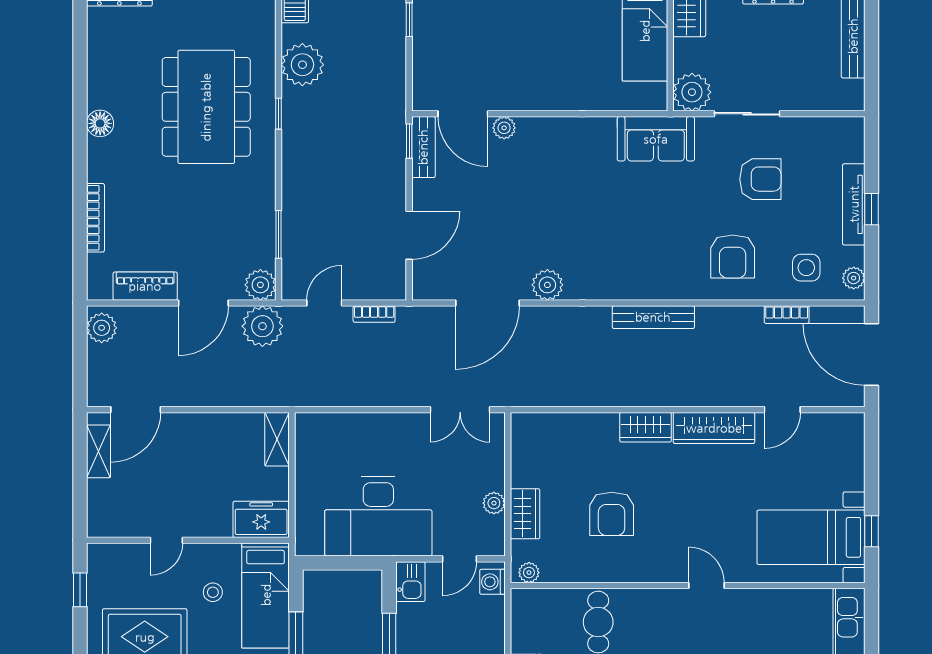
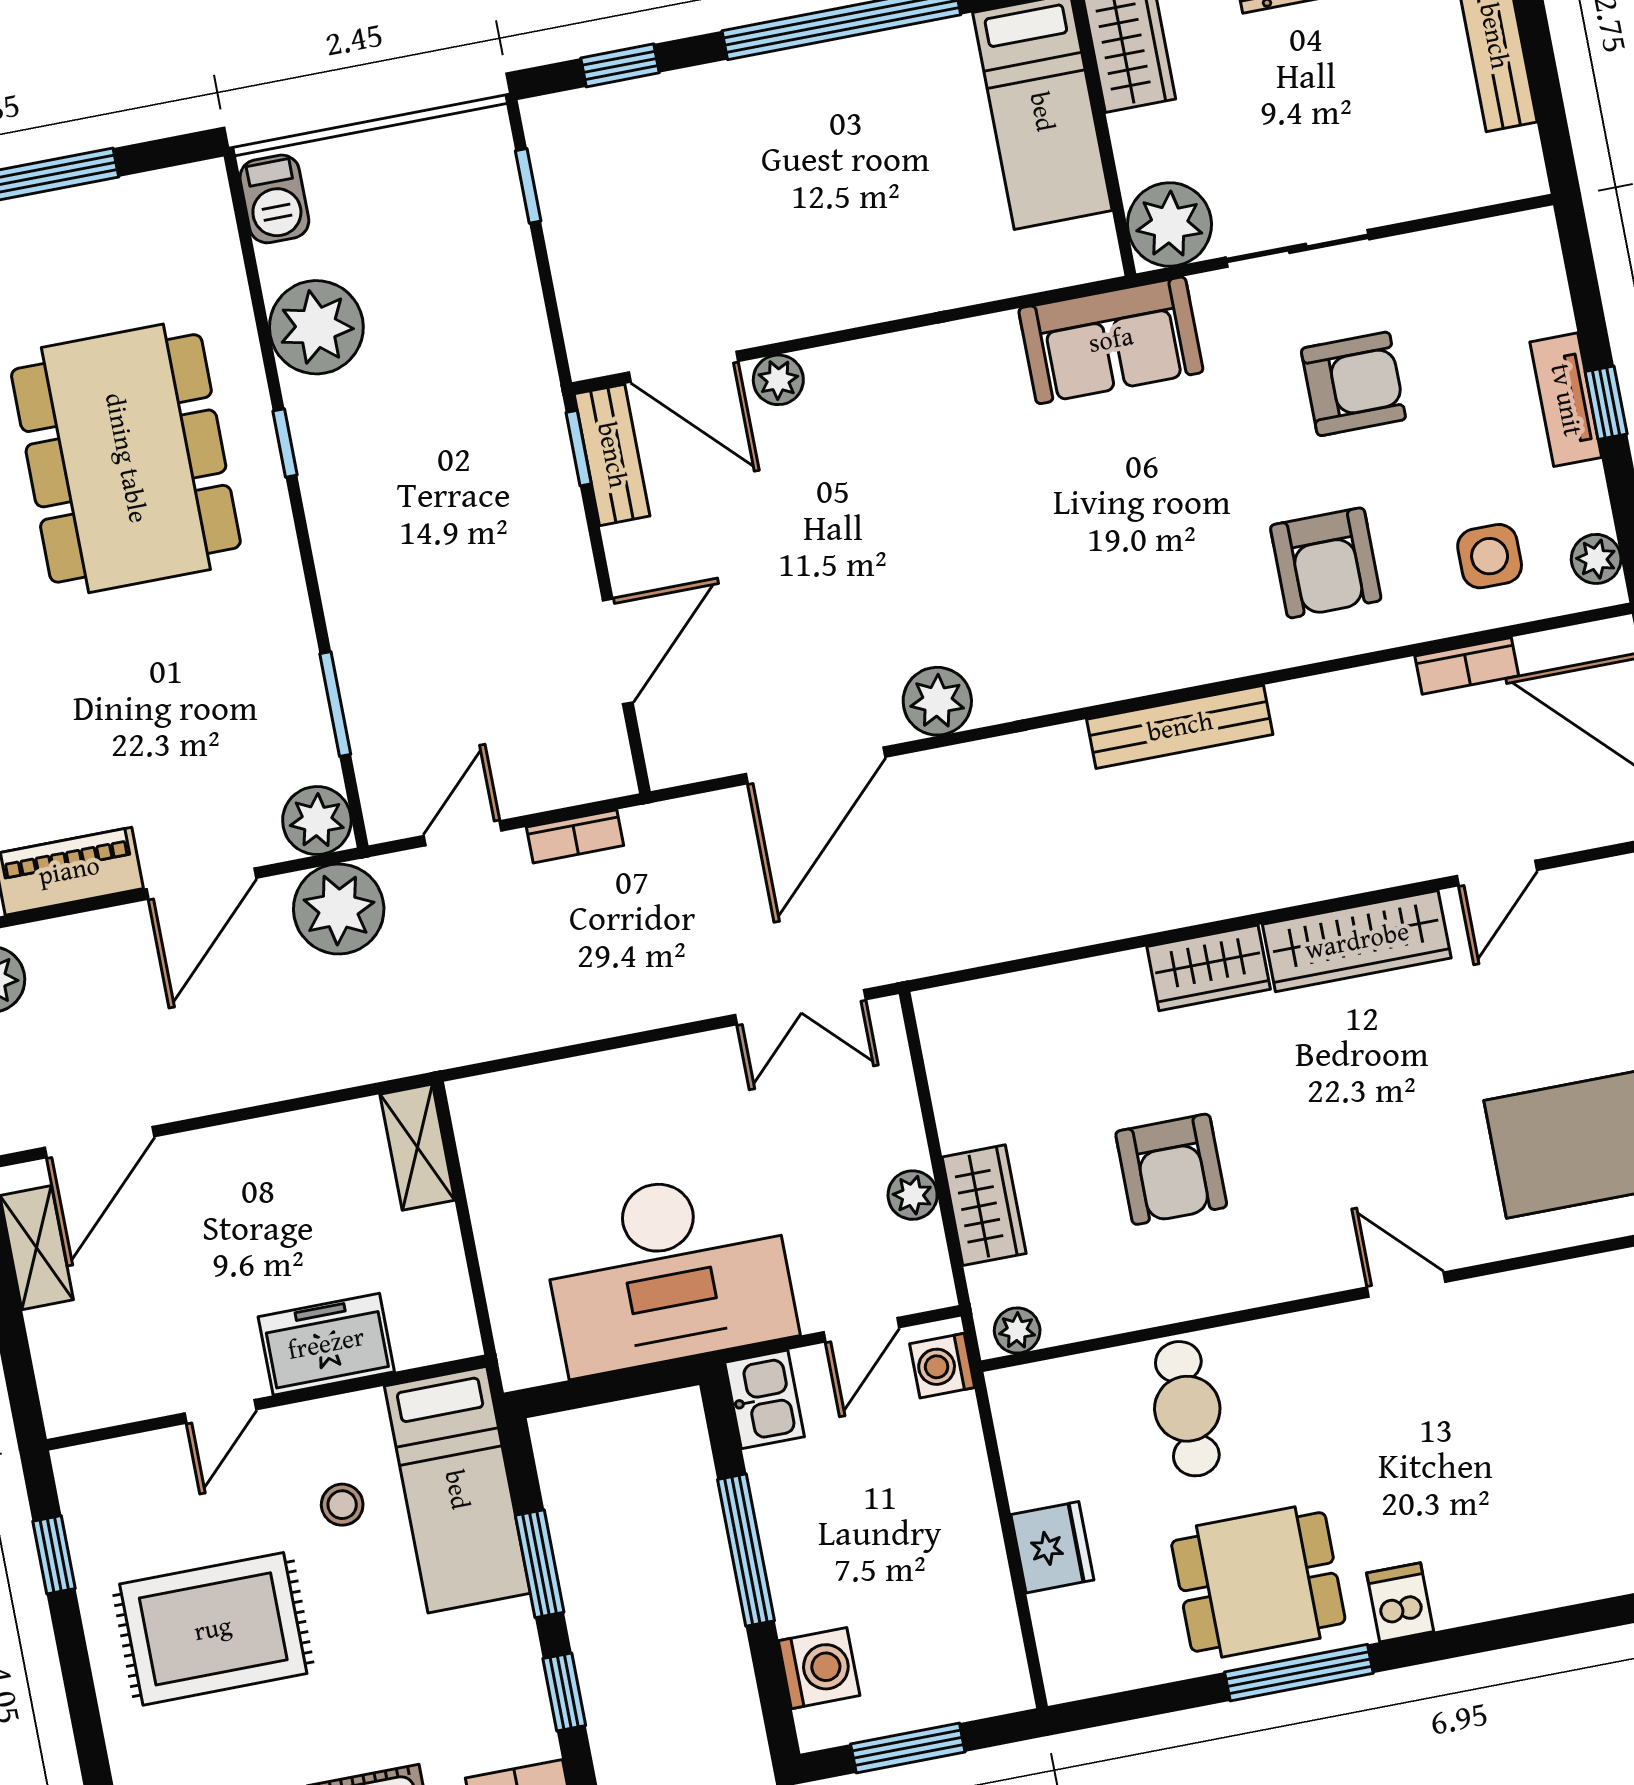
tv unit: (854, 204) -> (1566, 400), width x0.71
freezer: (261, 519) -> (326, 1344), moved

